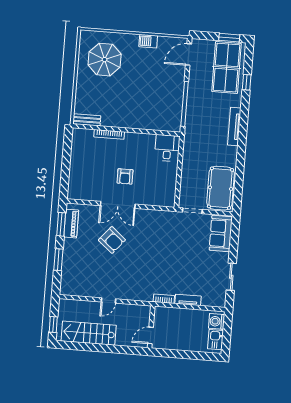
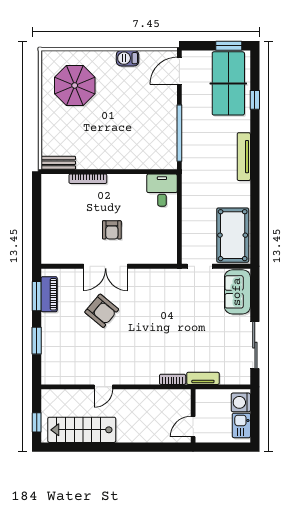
sliding door: (231, 277) -> (255, 345), width x1.37
wall: (151, 327) -> (193, 416), moved
door: (150, 335) -> (193, 427), moved

